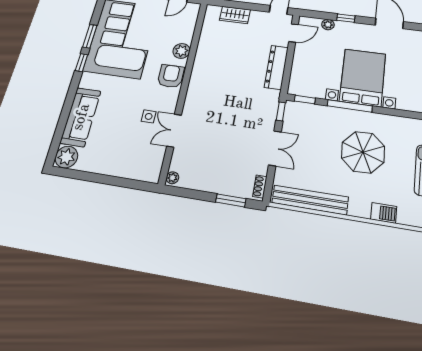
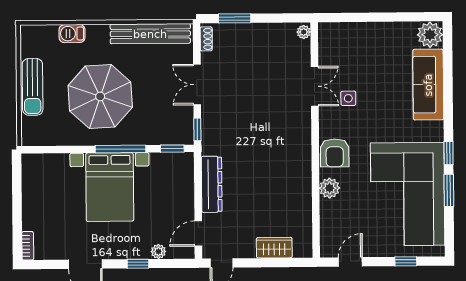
parasol: (363, 152) -> (100, 96), width x1.36, depth x1.36

